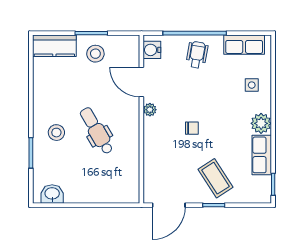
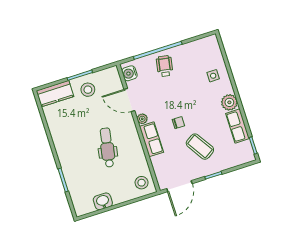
row of seats: (244, 45) -> (151, 139), moved, turned -90
dental chair: (97, 131) -> (107, 148), turned 40
stool: (56, 133) -> (142, 183), moved
coffee table: (216, 178) -> (200, 147), moved
washbasin: (52, 194) -> (103, 201), moved

